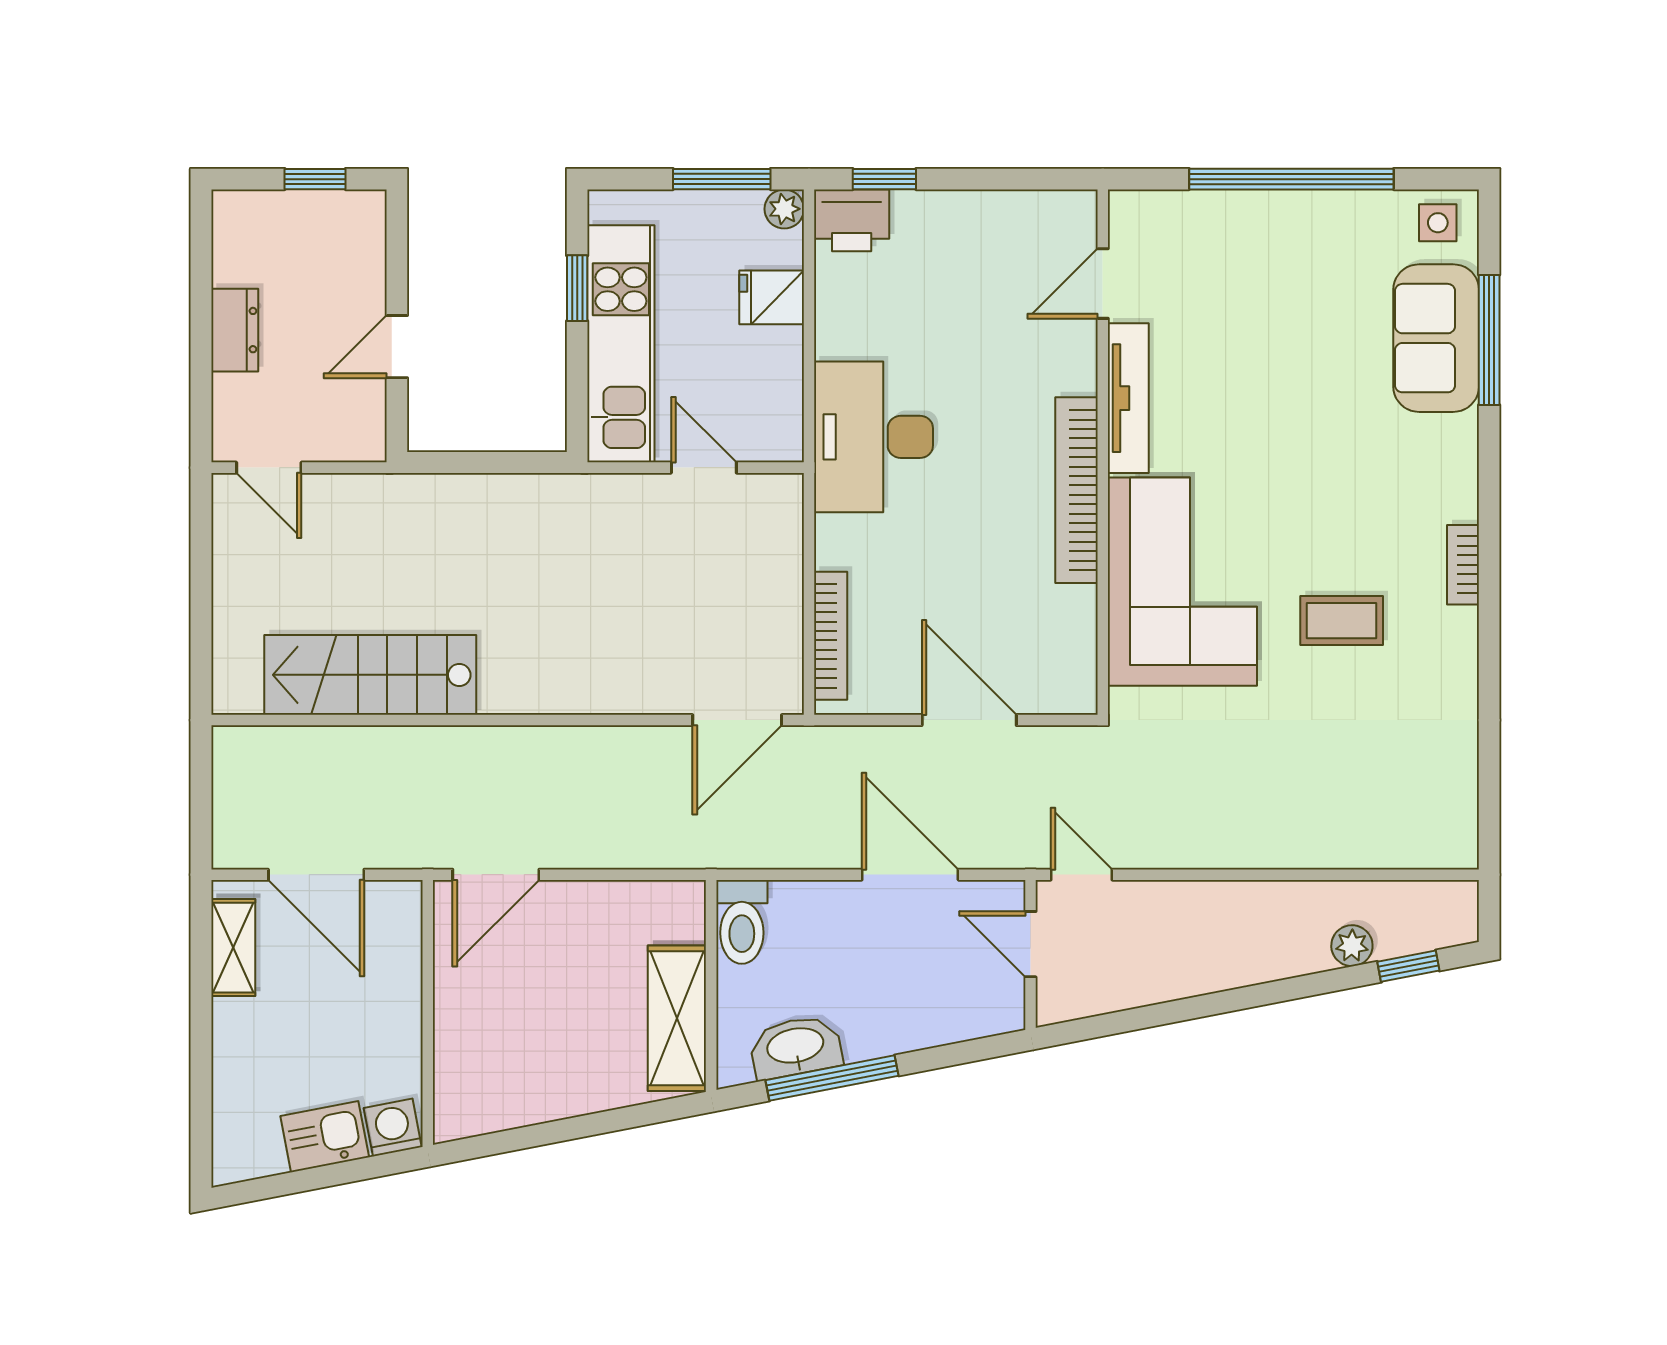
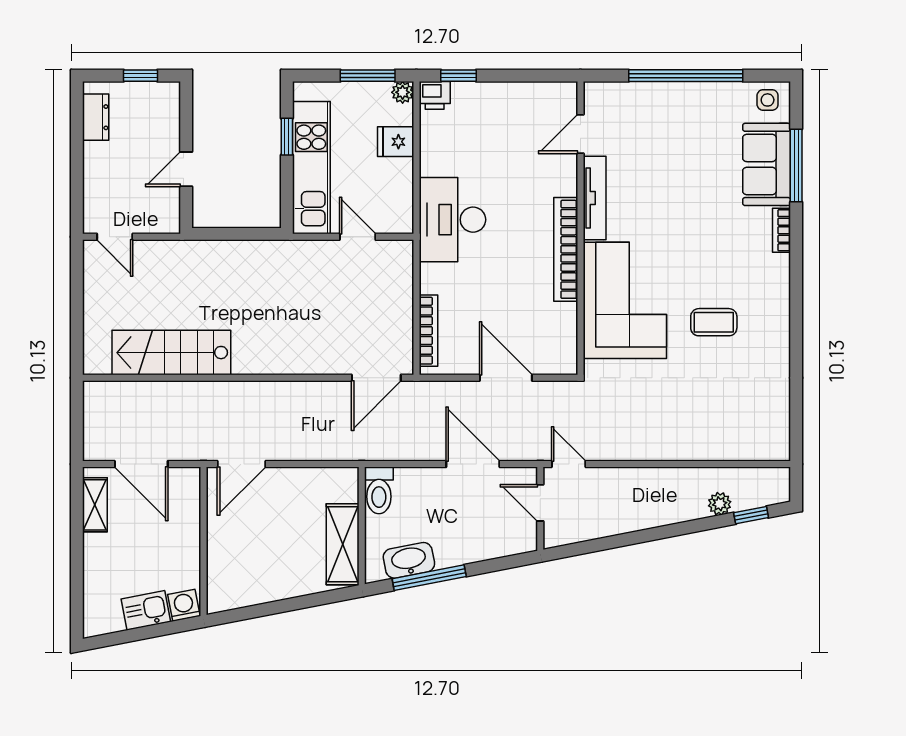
printer: (852, 220) -> (435, 95), width x0.73, depth x0.81
dresser: (235, 330) -> (96, 117), moved
bookcase: (1463, 565) -> (782, 230), moved

